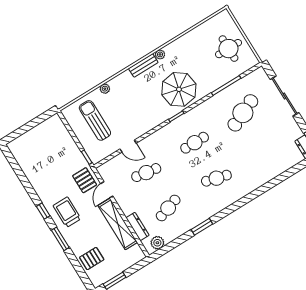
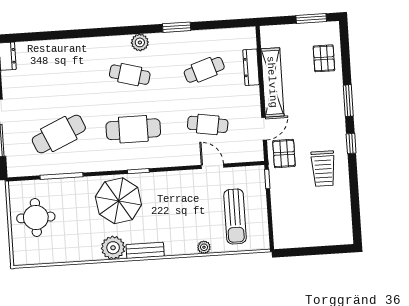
plant: (160, 54) -> (113, 248), width x1.88, depth x1.88
cafe table: (195, 143) -> (133, 129), width x1.37, depth x1.35
trolley: (67, 212) -> (323, 169), moved
plant: (157, 243) -> (140, 42), moved
pallet: (92, 258) -> (324, 58), turned 90

